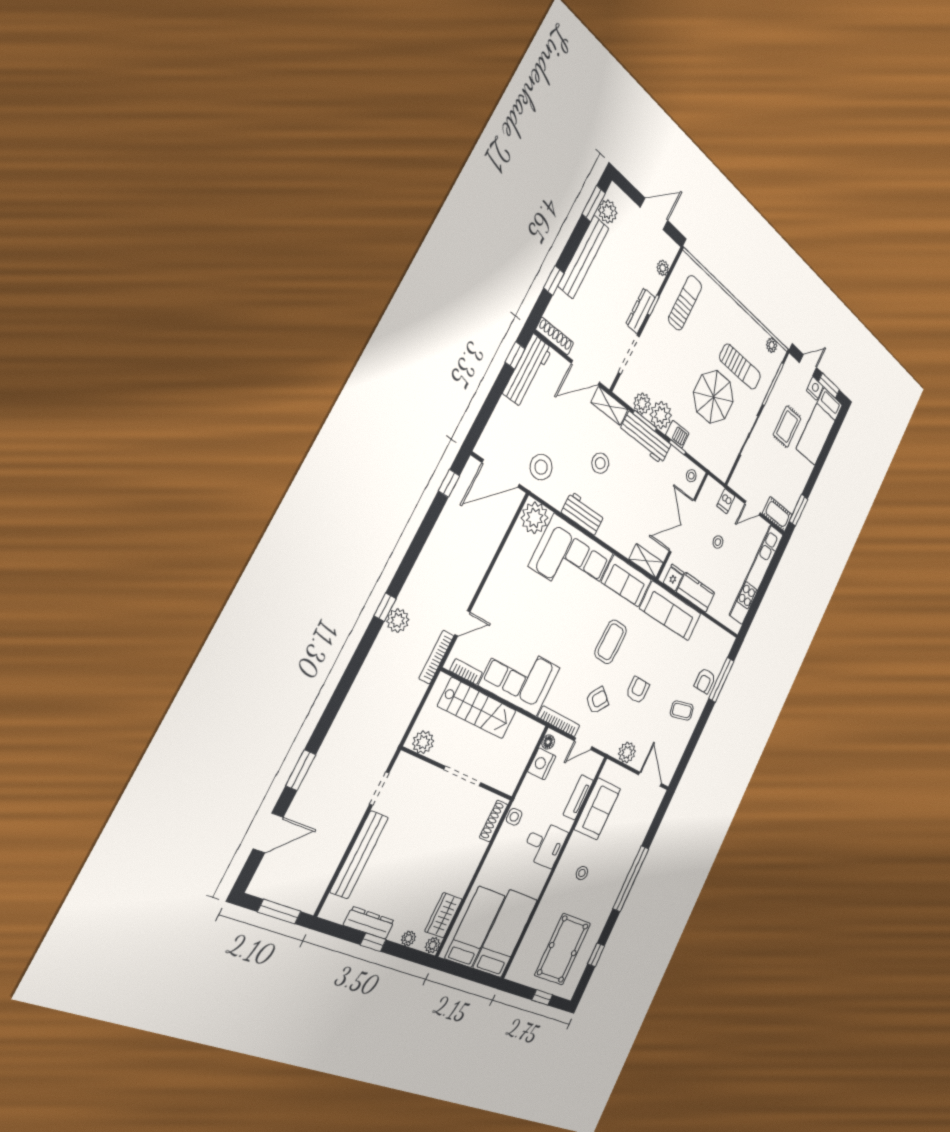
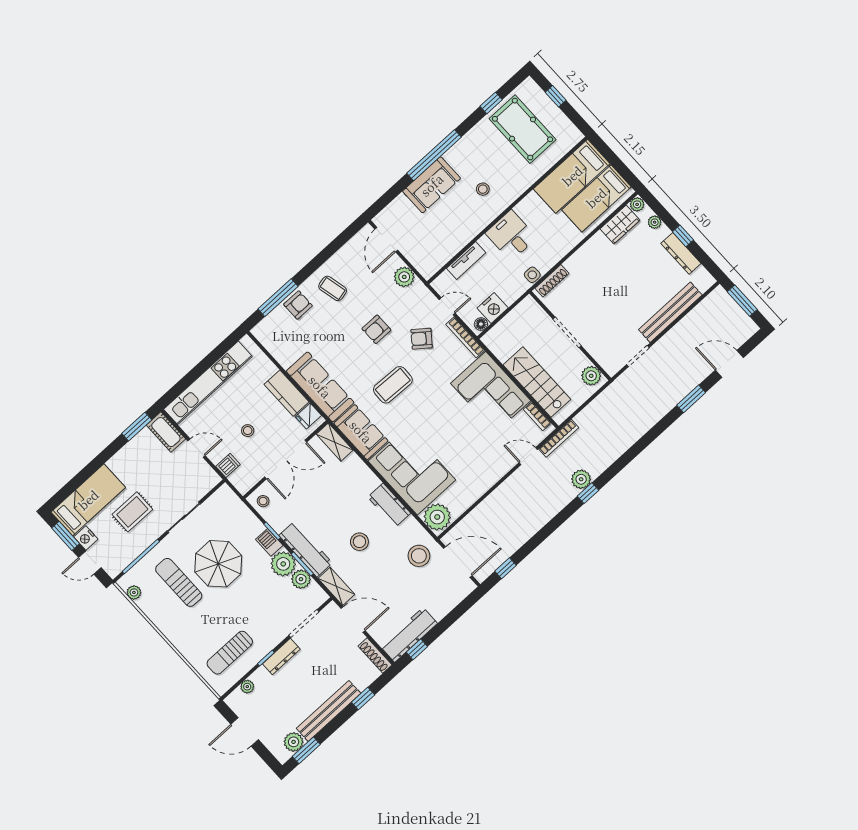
sofa: (597, 809) -> (432, 185), moved, turned 180
pool table: (563, 949) -> (523, 129), turned 90

